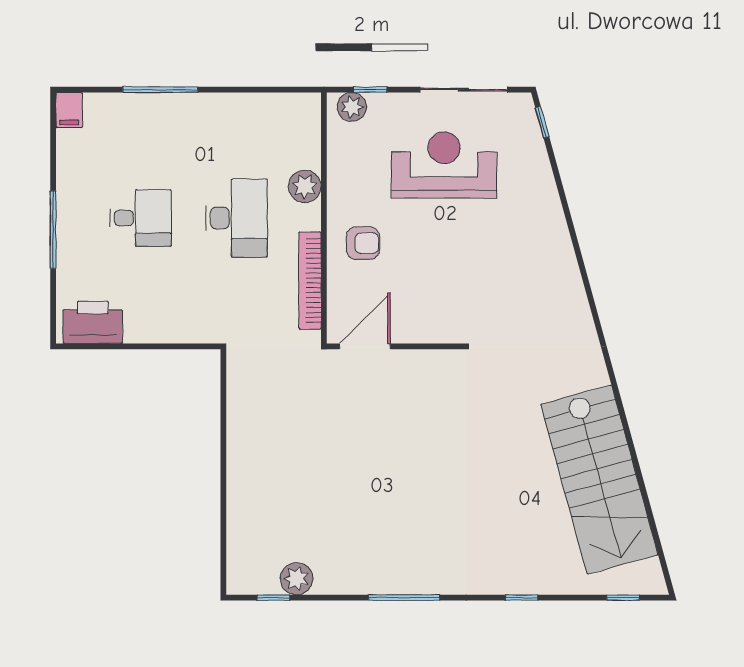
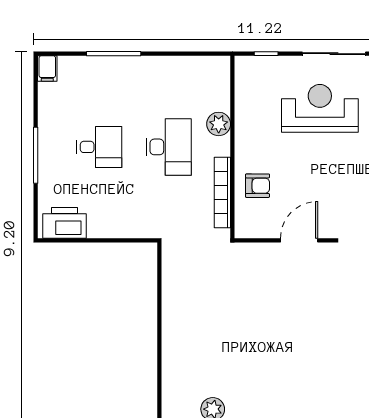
plant: (352, 107) -> (253, 66), removed
armchair: (363, 243) -> (257, 186), moved
door: (365, 346) -> (299, 240), moved

